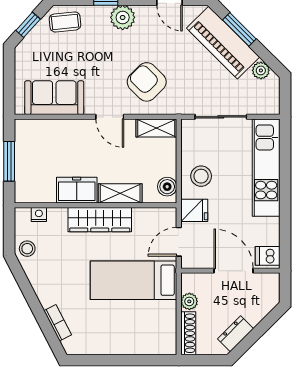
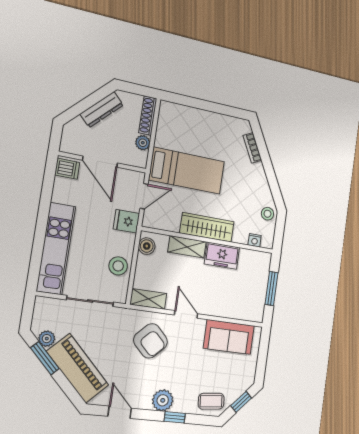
window: (239, 29) -> (45, 358), moved
stool: (201, 176) -> (118, 266), moved
dresser: (236, 334) -> (102, 109), width x1.44

